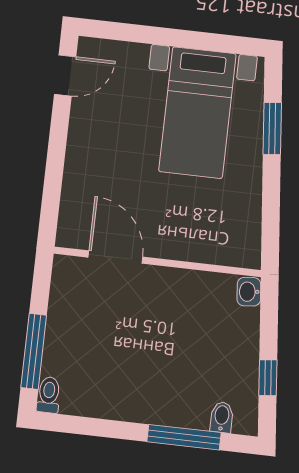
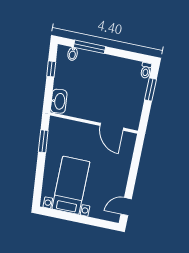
window: (272, 128) -> (43, 141), moved
washbasin: (249, 292) -> (59, 101), width x1.91, depth x1.45
window: (34, 351) -> (150, 90), width x0.69

